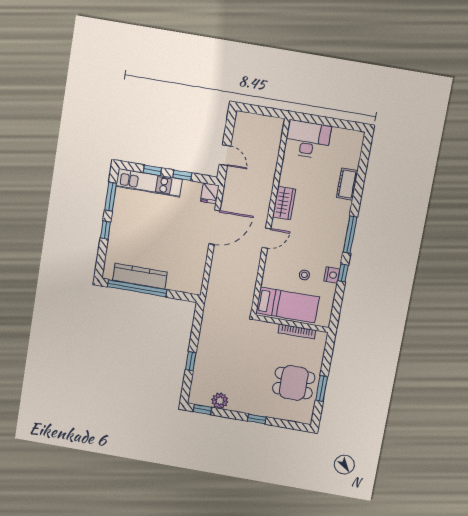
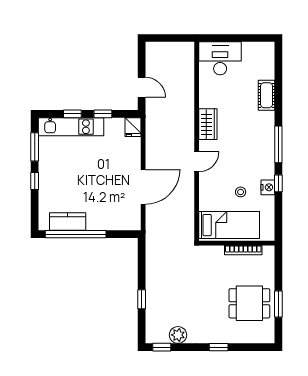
door: (214, 227) -> (143, 187), moved
kitchen counter: (140, 276) -> (68, 222), width x0.67

